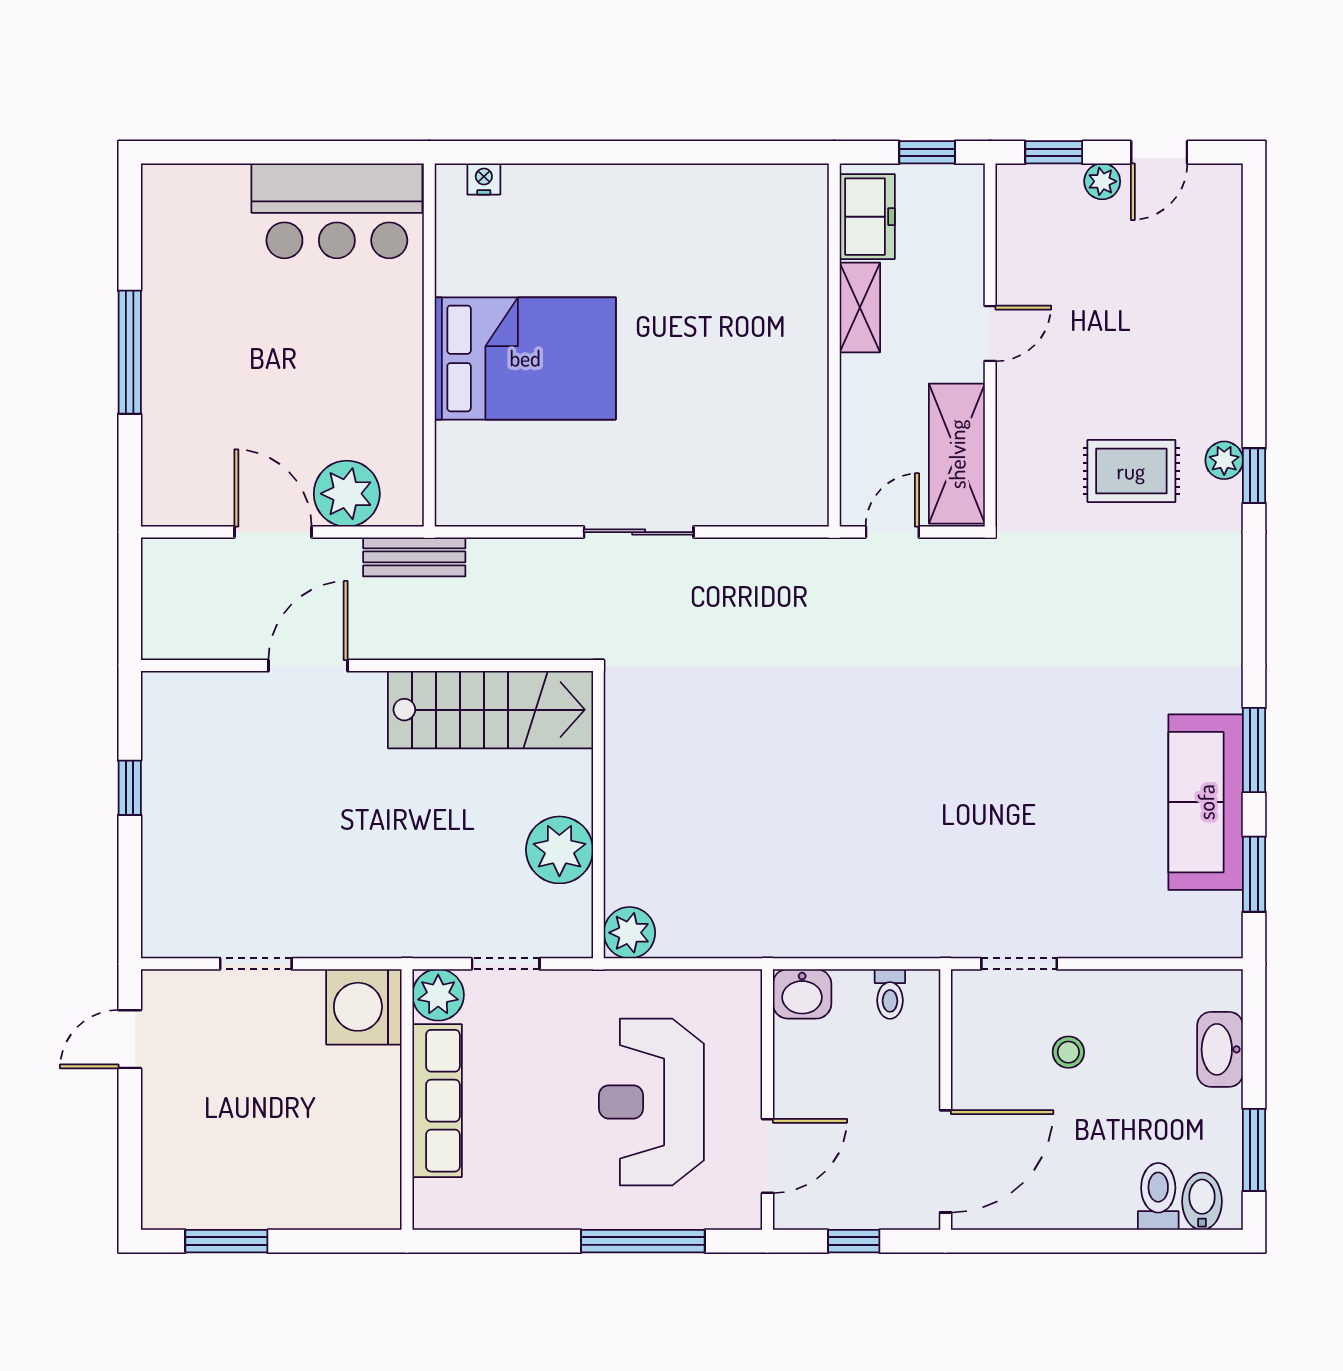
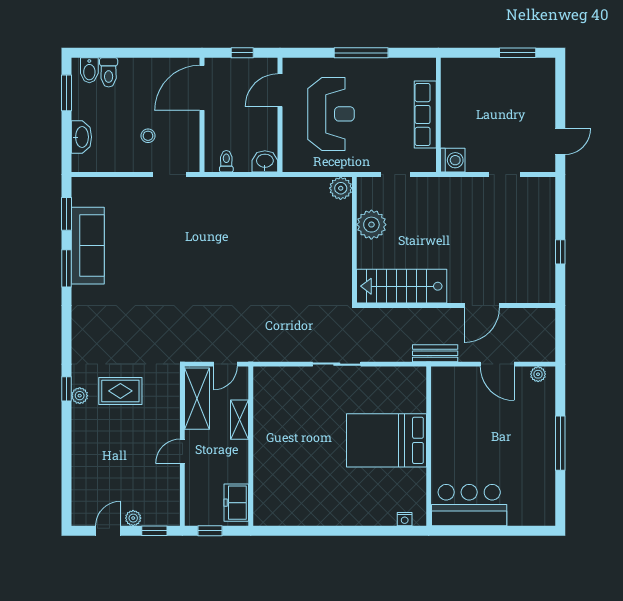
shelving: (860, 307) -> (240, 420), moved
plant: (347, 494) -> (538, 374), moved, width x0.53, depth x0.53
plant: (438, 995) -> (425, 161), removed
washing machine: (364, 1007) -> (453, 160), width x0.73, depth x0.73
window: (643, 1241) -> (361, 53), moved

